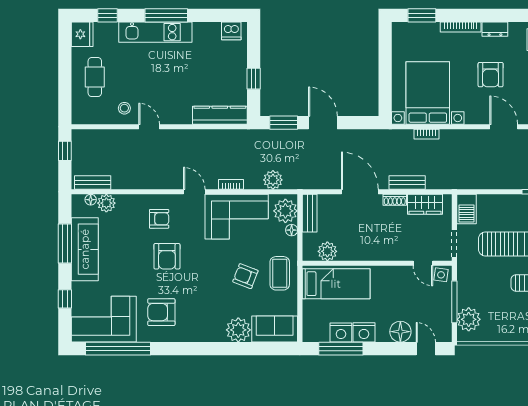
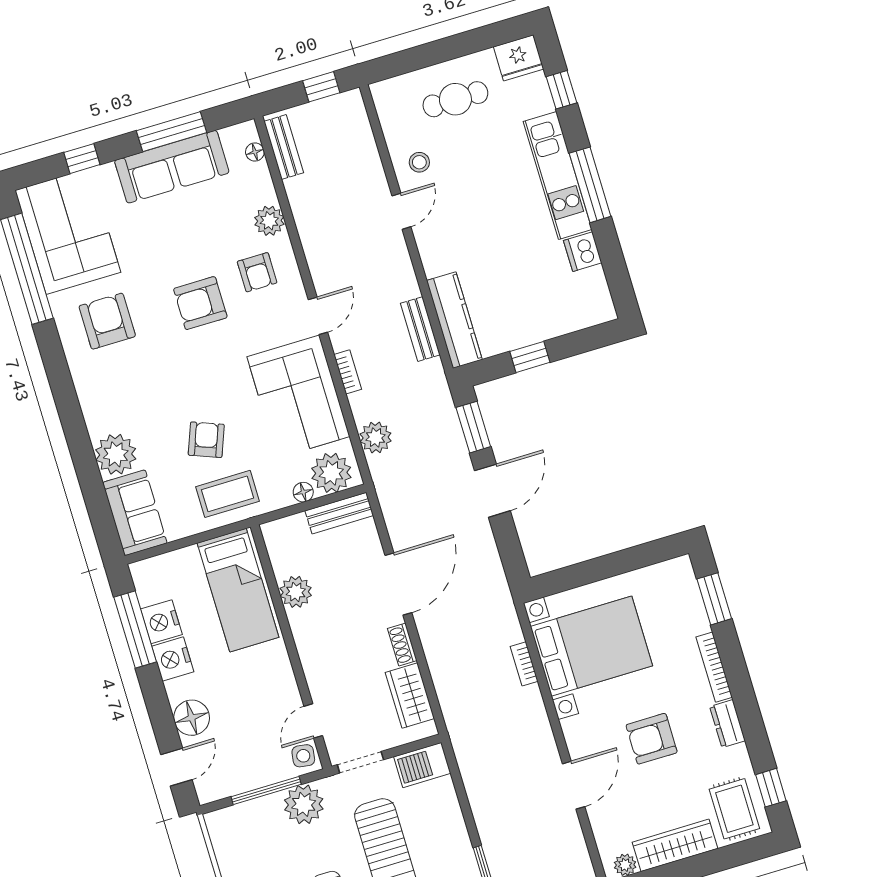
dishwasher: (231, 31) -> (583, 252), moved
bench: (407, 182) -> (420, 329), moved
plant: (106, 203) -> (269, 221), moved
plant: (327, 251) -> (296, 592), moved
plant: (469, 319) -> (304, 804), moved

